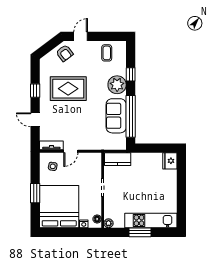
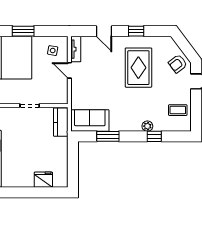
plant: (117, 85) -> (147, 126), width x0.53, depth x0.53
sofa: (116, 116) -> (90, 121), moved
window: (131, 116) -> (108, 136), width x0.47
door: (35, 120) -> (104, 31), swing flipped
fridge: (170, 161) -> (43, 180), moved

